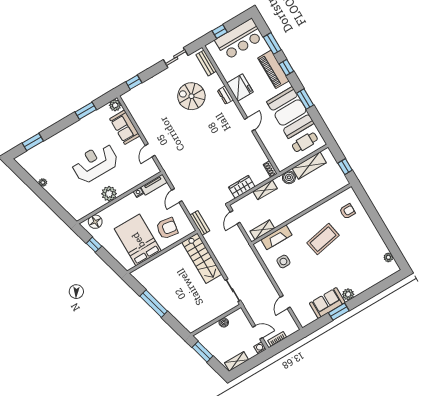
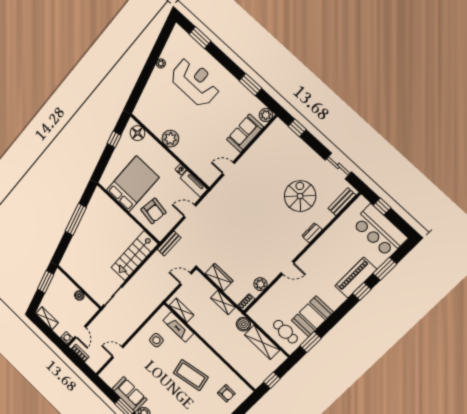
fridge: (240, 87) -> (325, 246), removed
window: (305, 99) -> (311, 342), moved
booth: (290, 113) -> (312, 316), width x0.73, depth x0.70
plant: (258, 152) -> (260, 284), added
reception desk: (95, 163) -> (195, 82), moved

